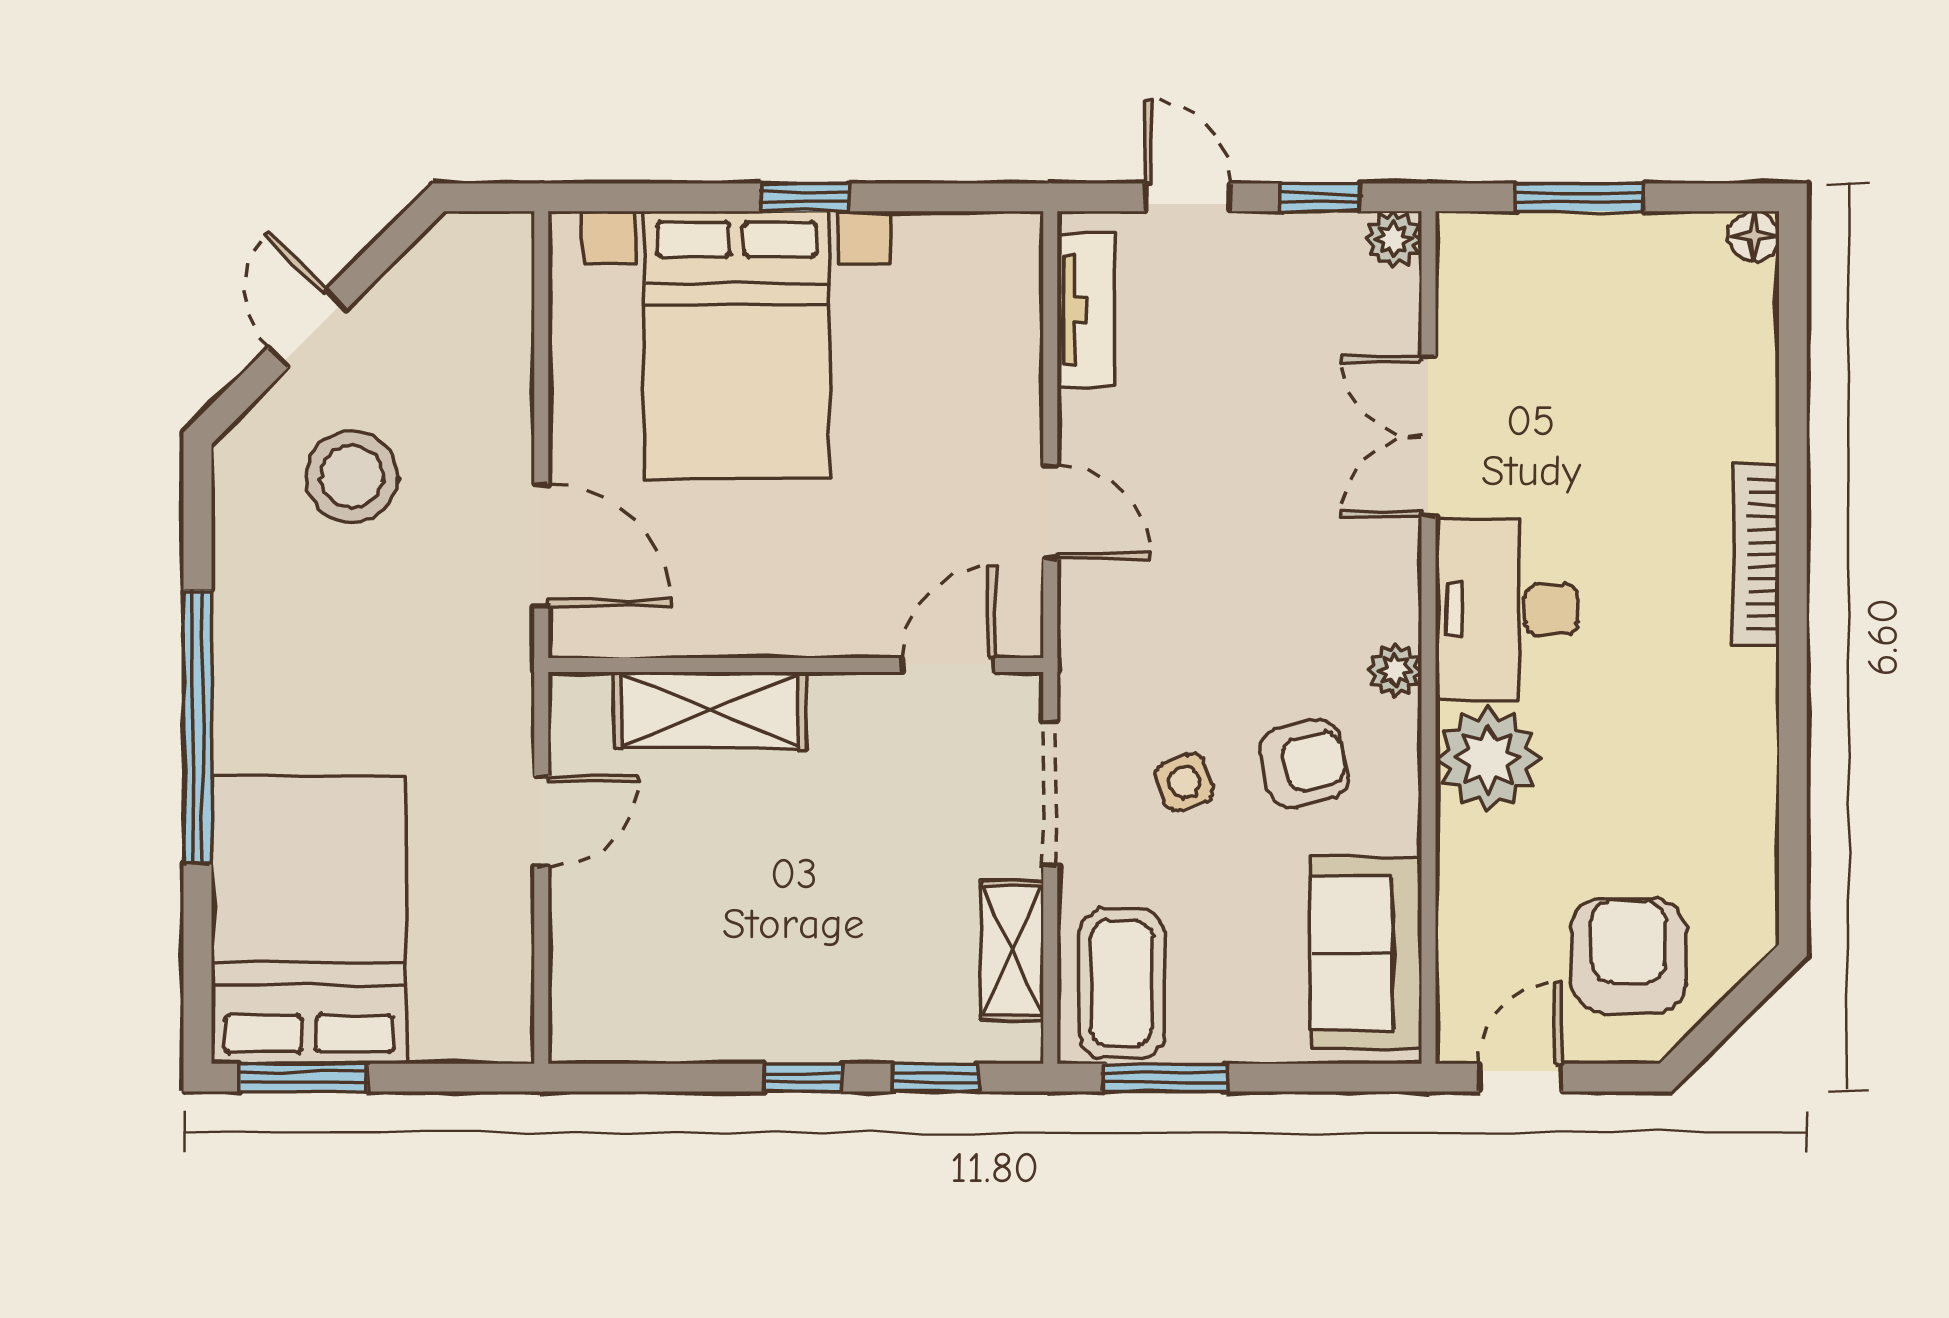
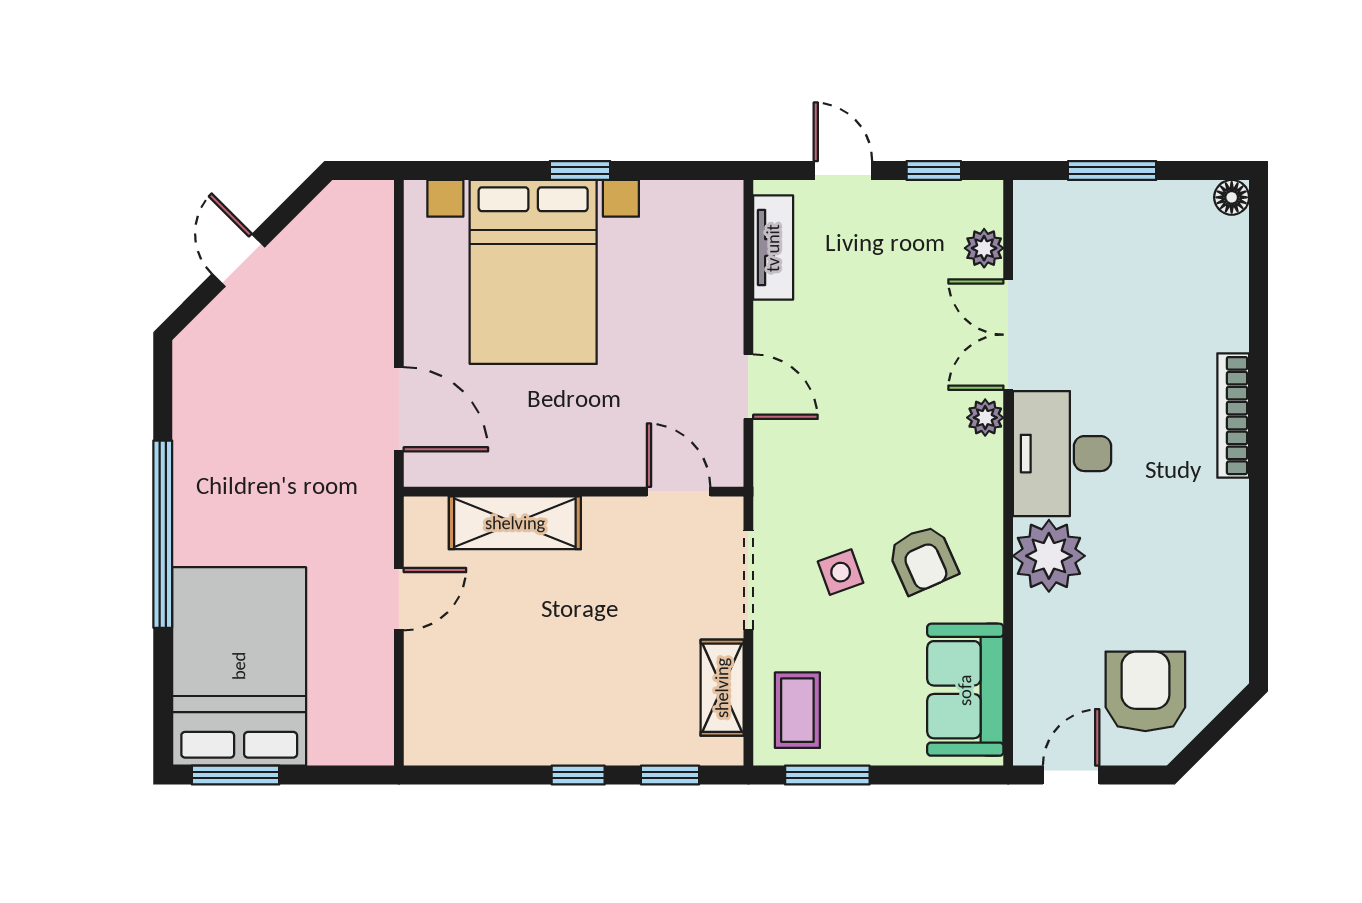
plant: (1393, 239) -> (984, 248), moved
stool: (352, 477) -> (269, 362), removed
door: (948, 665) -> (679, 492), hinge flipped
plant: (1395, 671) -> (985, 418), moved
armchair: (1304, 764) -> (923, 559), turned 79
coffee table: (1122, 983) -> (797, 710), width x0.73, depth x0.77

